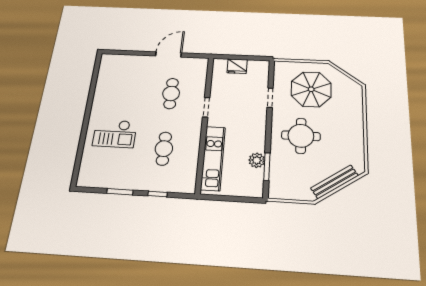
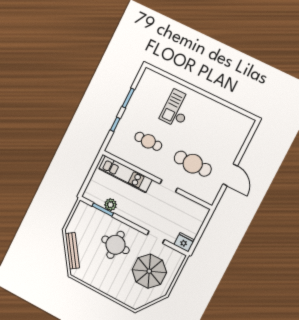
fridge: (237, 66) -> (184, 242), moved, turned 90
cafe table: (171, 93) -> (193, 164), width x1.37, depth x1.35

